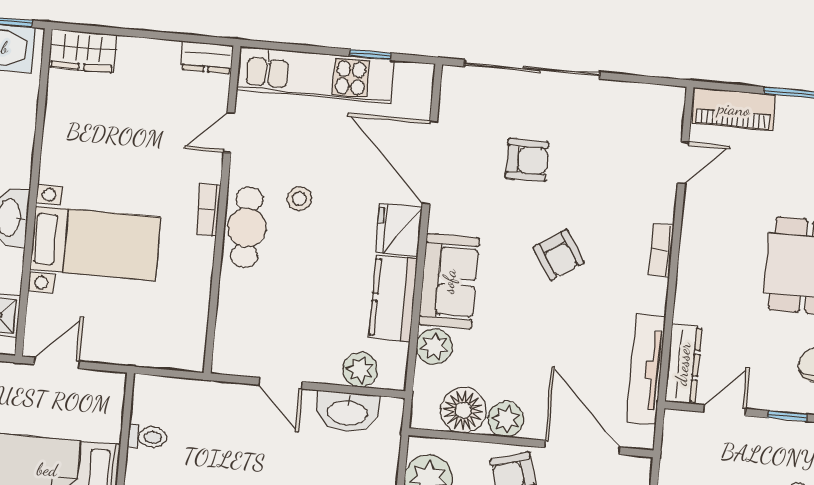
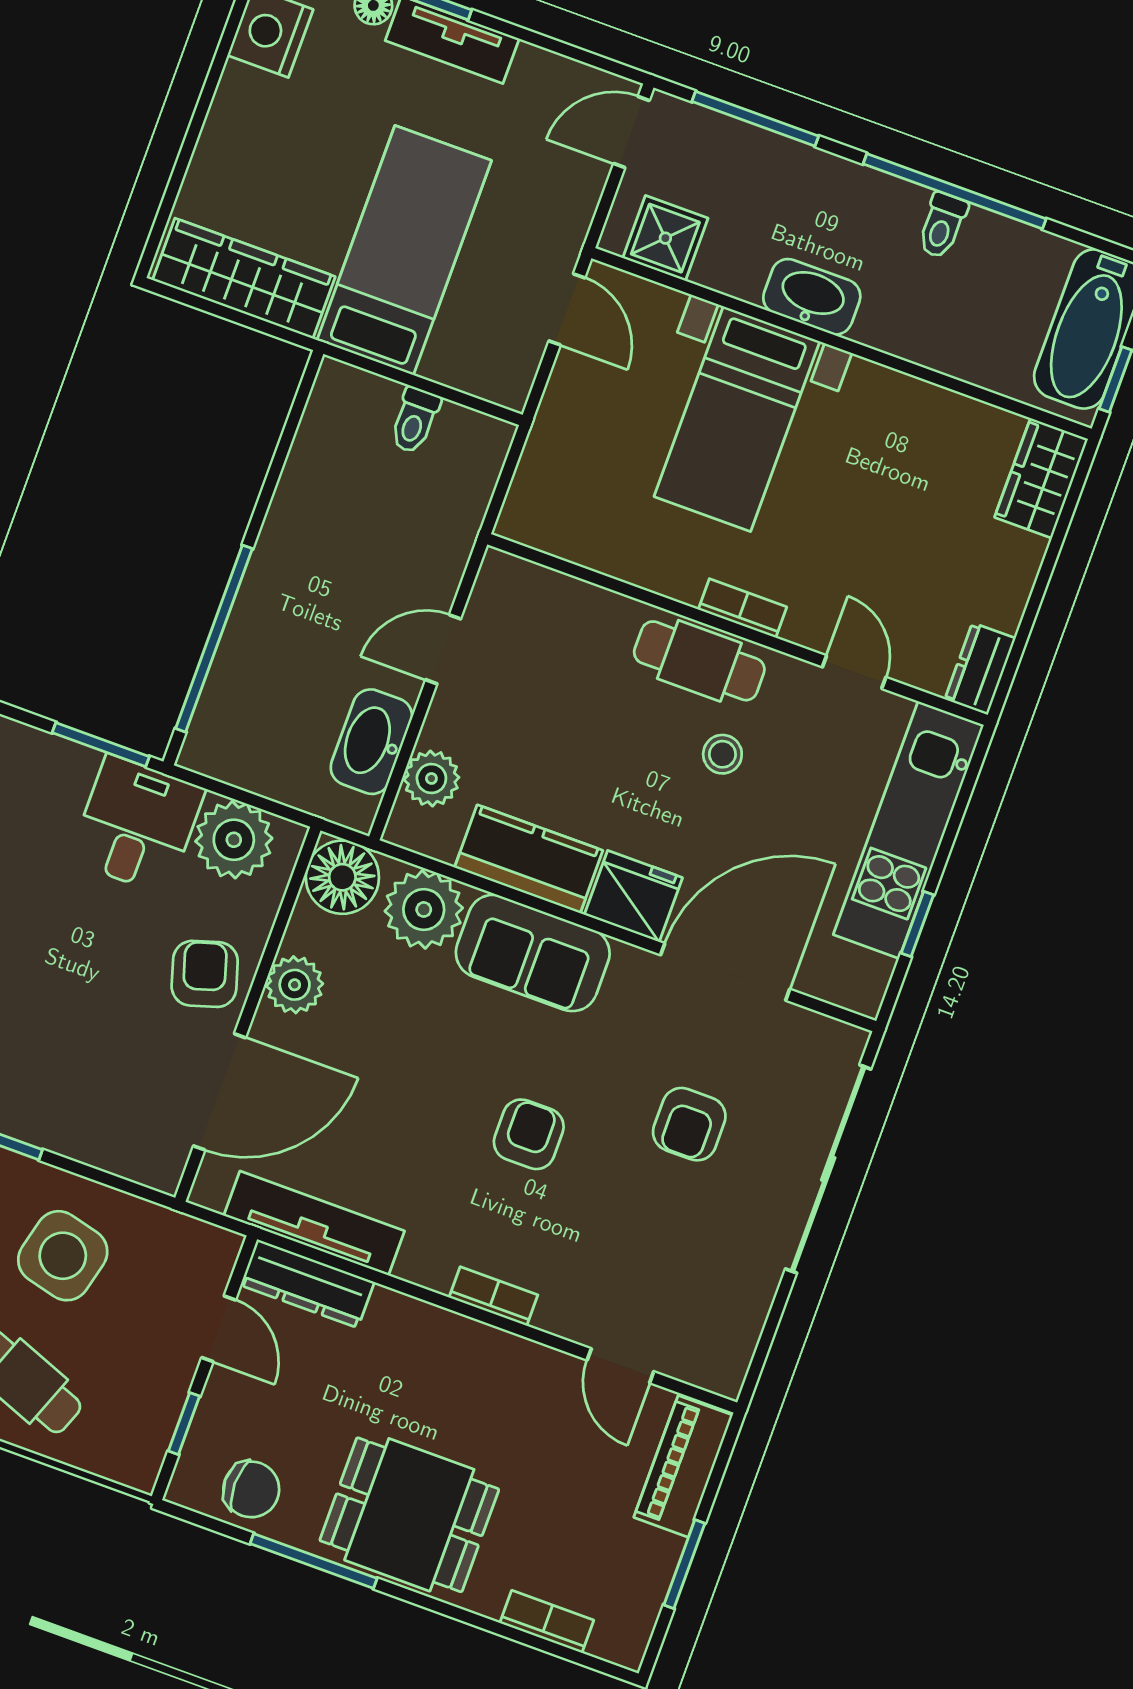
armchair: (559, 255) -> (529, 1134), turned 123
plant: (434, 347) -> (424, 909), width x1.36, depth x1.36
floor lamp: (463, 410) -> (342, 877), moved

